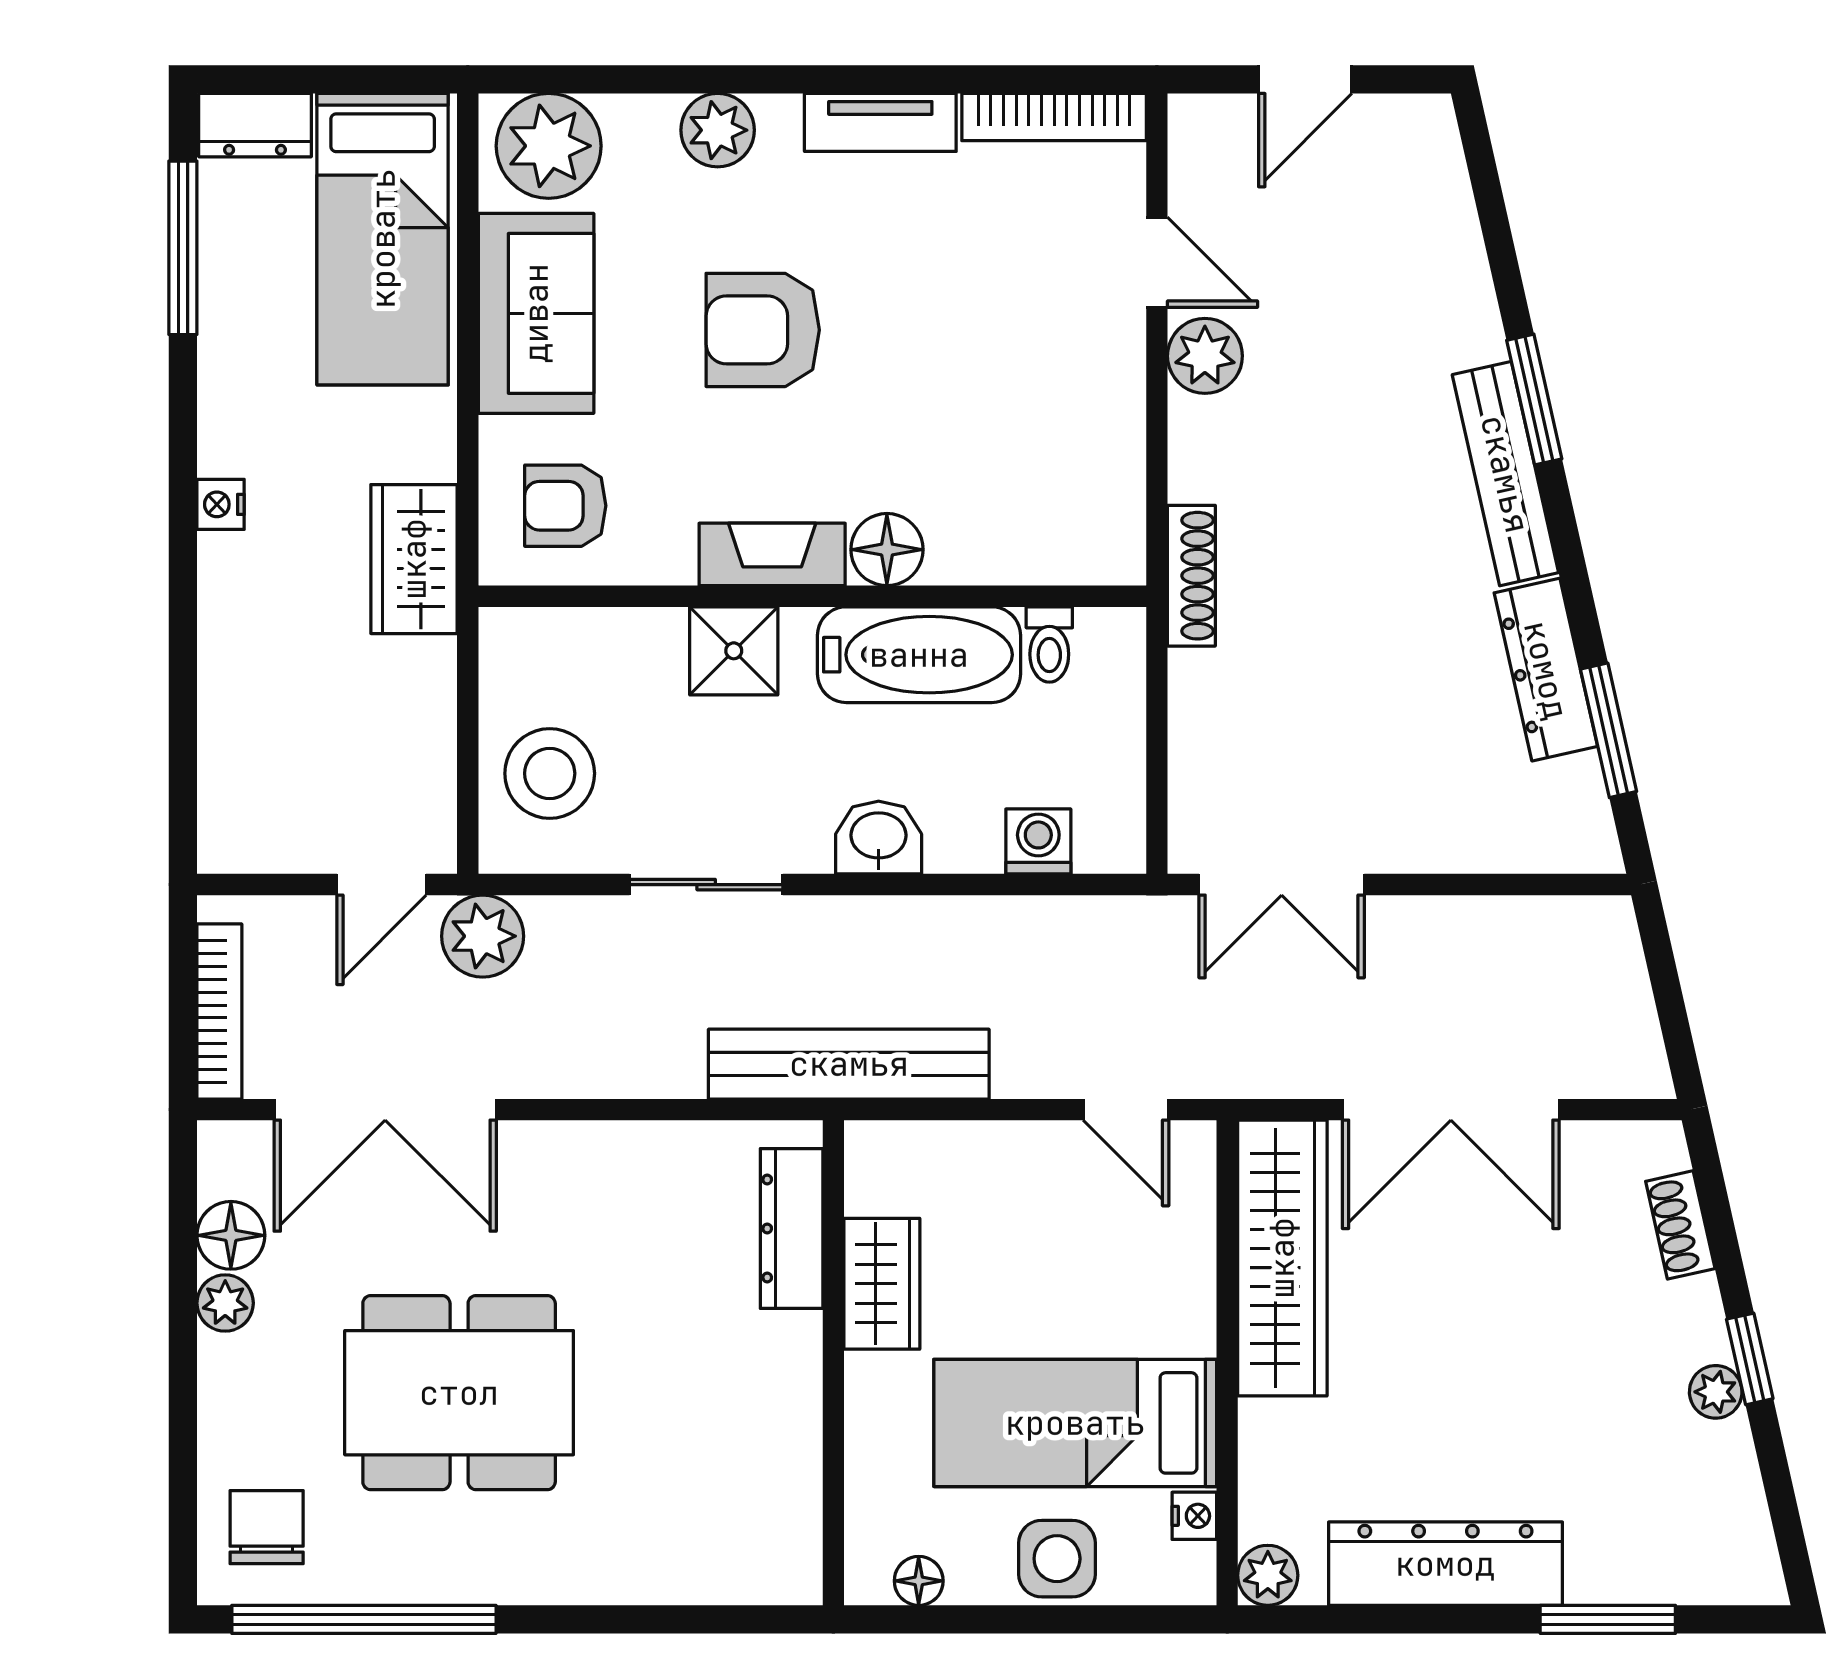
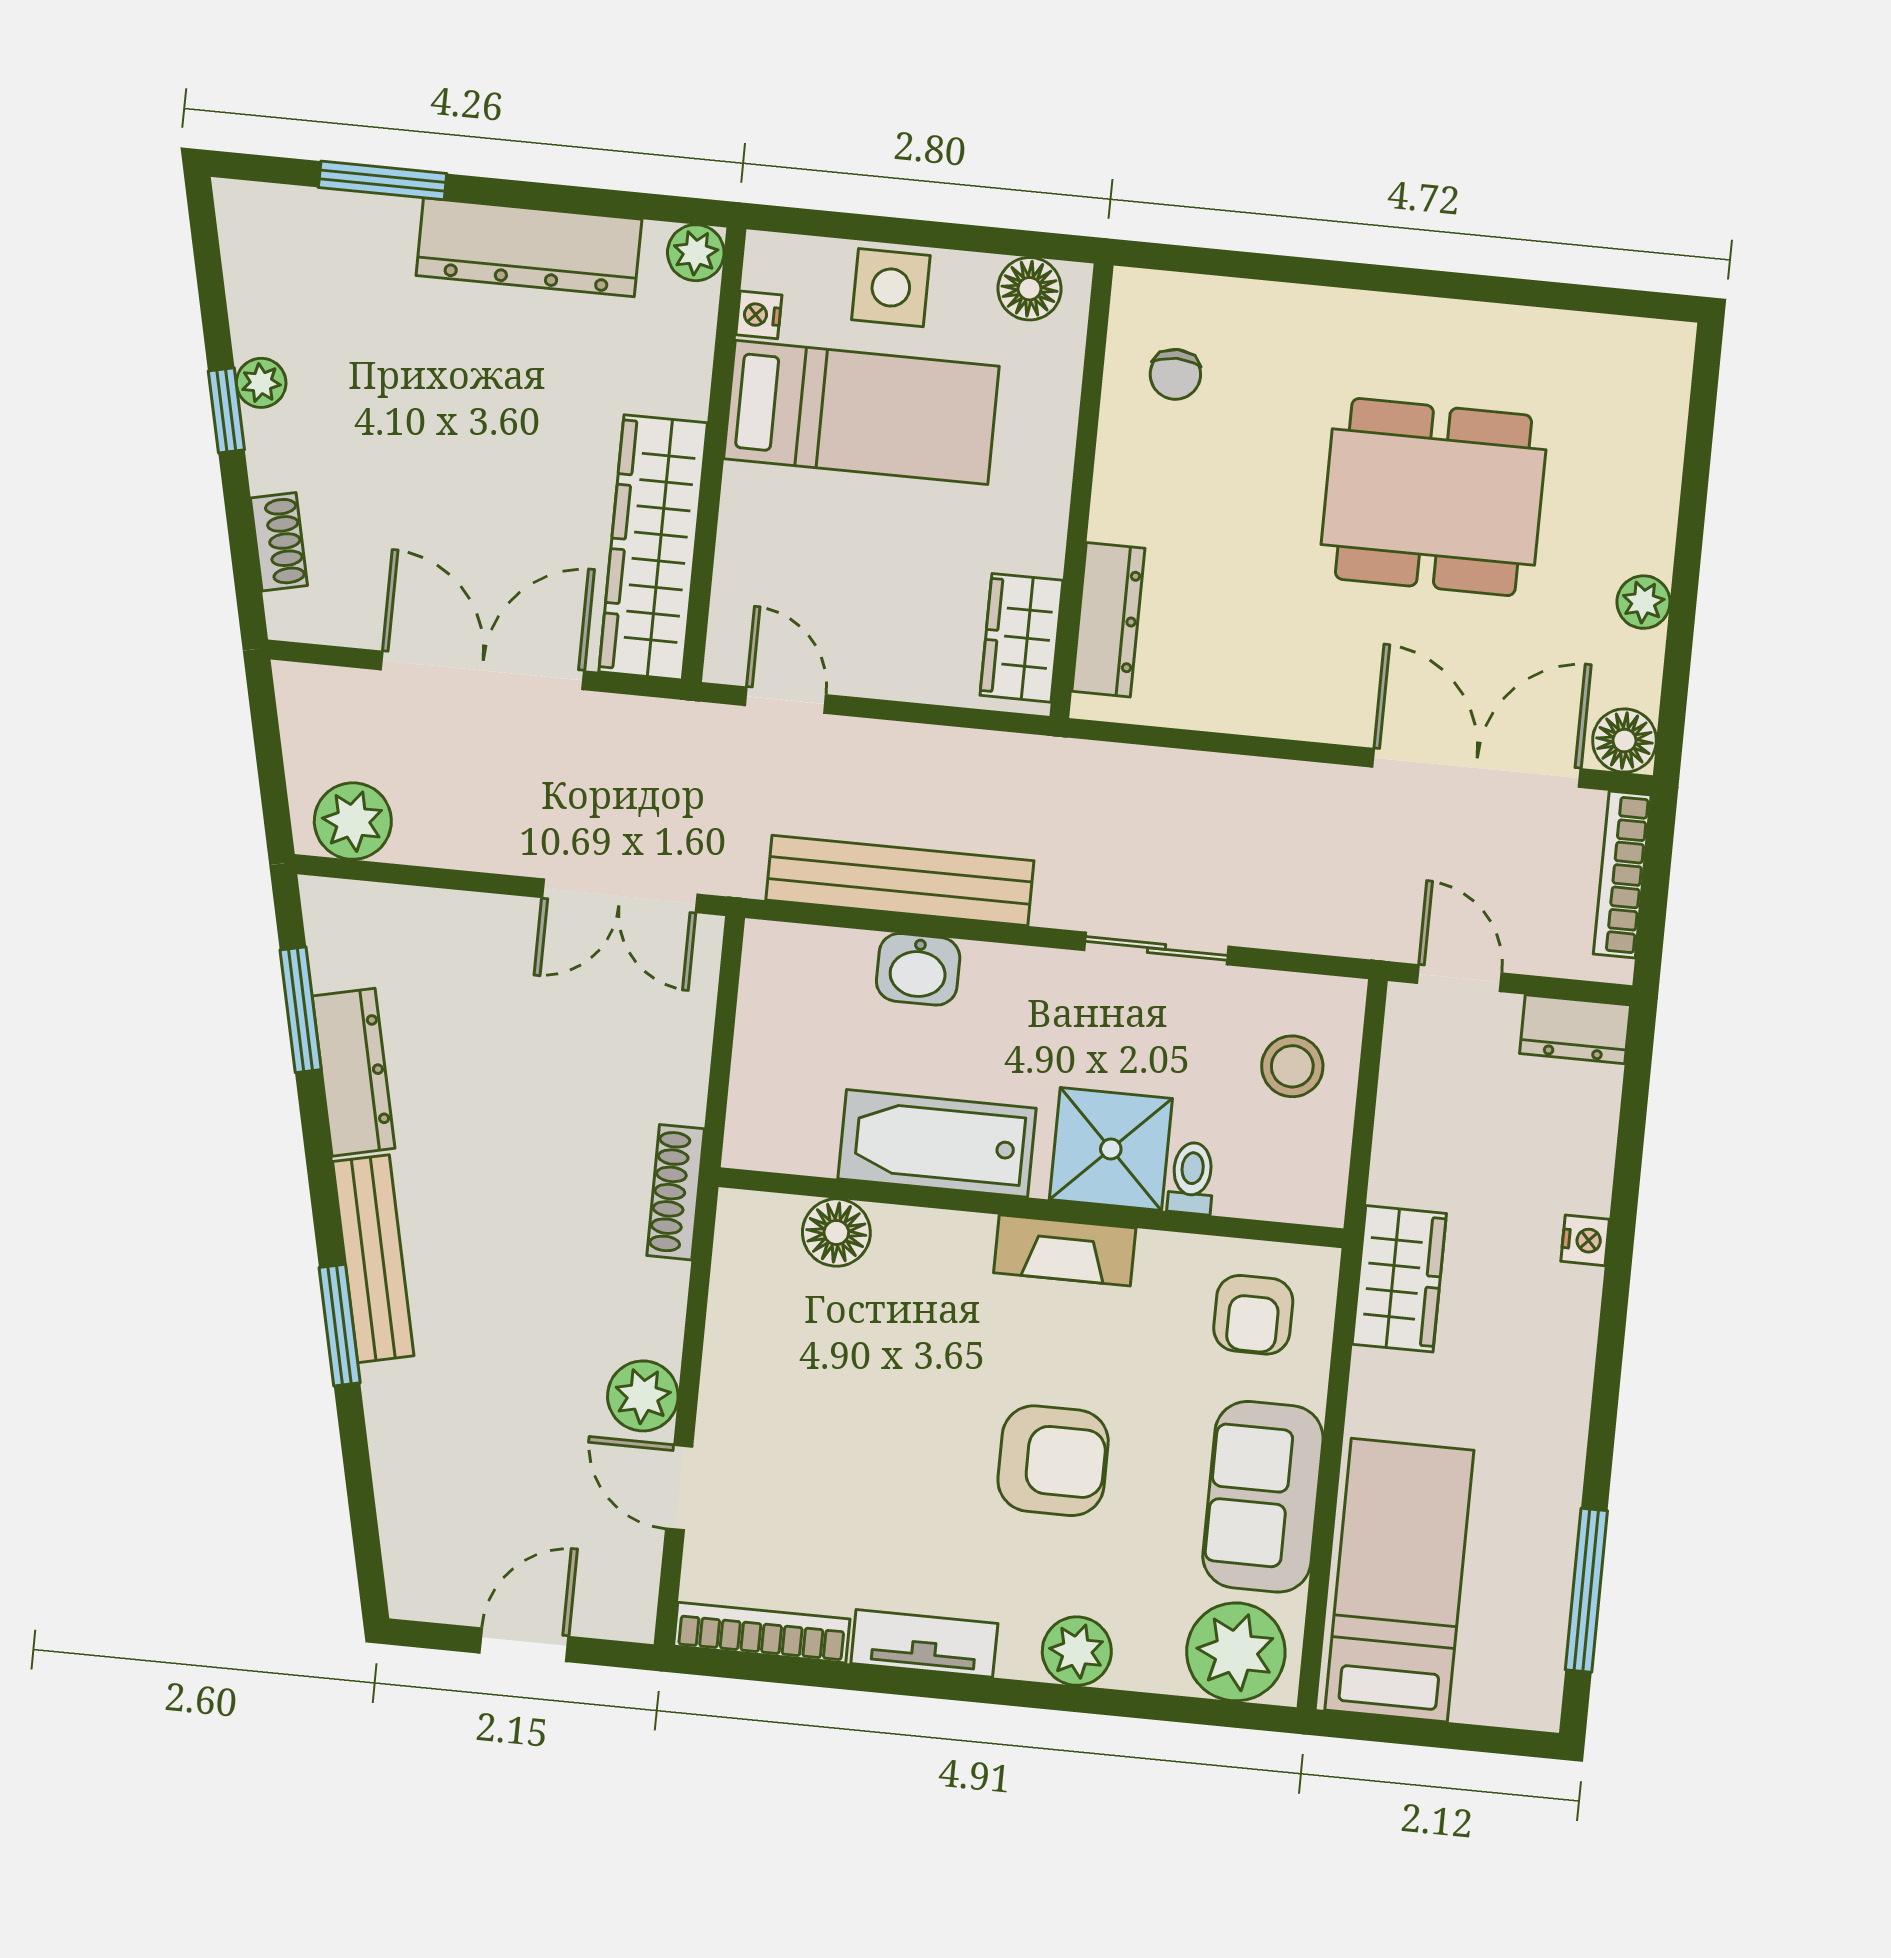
dresser: (255, 125) -> (1575, 1029), moved, turned 180
nightstand: (221, 504) -> (1585, 1240), moved
armchair: (565, 506) -> (1253, 1315), turned 90
floor lamp: (887, 550) -> (836, 1233), moved
toilet: (1049, 644) -> (1192, 1178), moved
shower: (734, 651) -> (1111, 1149), width x1.36, depth x1.36
stool: (550, 773) -> (1292, 1066), width x0.73, depth x0.73
washbasin: (879, 838) -> (918, 969), moved
washing machine: (1038, 841) -> (843, 958), removed
door: (382, 885) -> (1459, 978), hinge flipped
double door: (1282, 885) -> (620, 896), swing flipped
plant: (483, 936) -> (353, 821), moved
bench: (849, 1064) -> (900, 880), moved
floor lamp: (231, 1235) -> (1624, 741), moved
wardrobe: (882, 1284) -> (1021, 638), moved
chair: (267, 1527) -> (1175, 374), moved, width x0.73, depth x0.73
floor lamp: (919, 1581) -> (1030, 289), width x1.37, depth x1.37
window: (364, 1619) -> (1543, 294), removed

